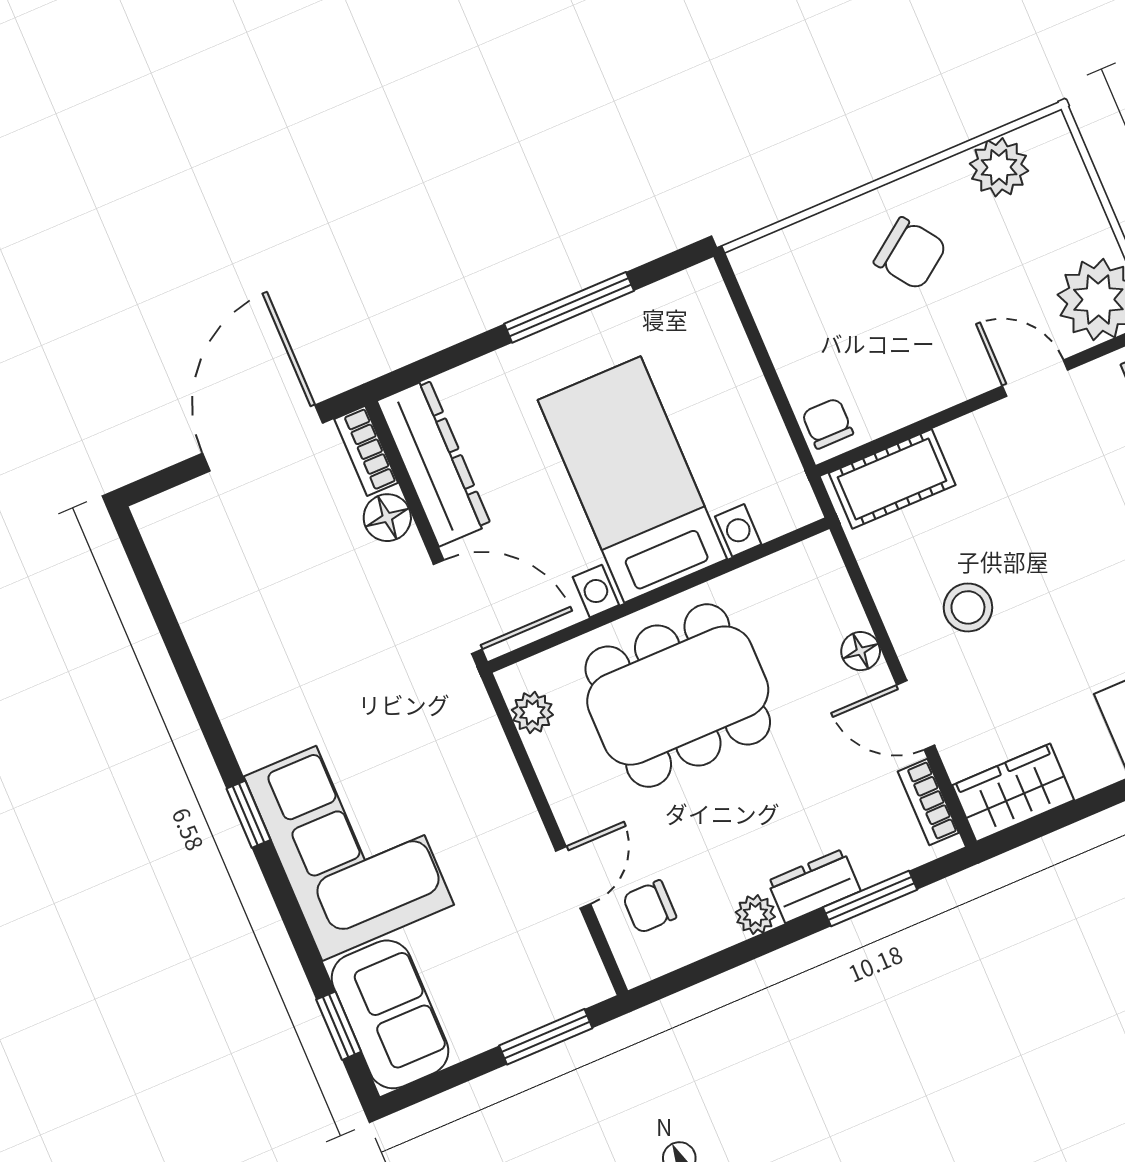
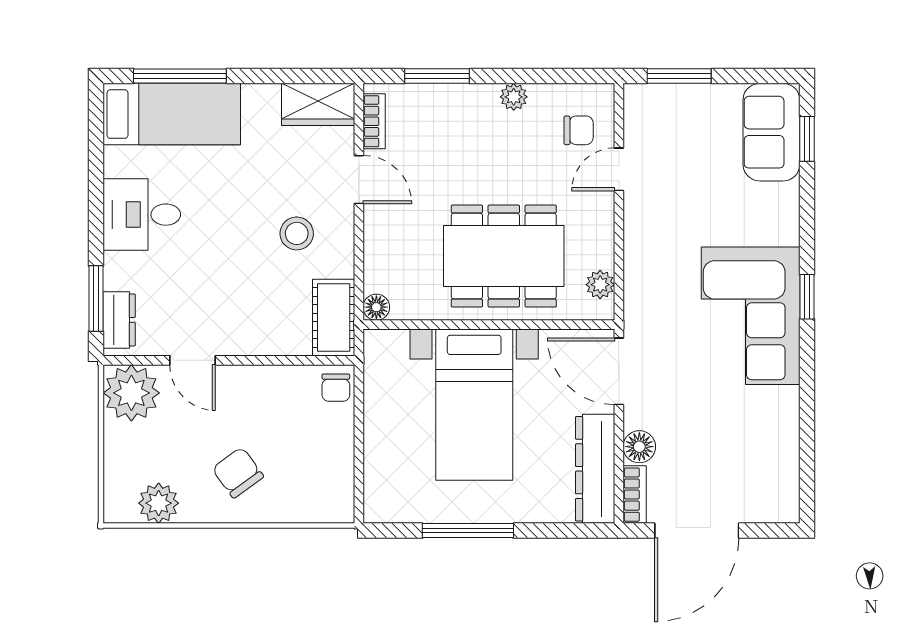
cot: (892, 479) -> (334, 318), moved, turned 90
floor lamp: (861, 651) -> (376, 307), moved
corner sofa: (349, 841) -> (751, 316), moved
dresser: (814, 886) -> (469, 99), removed

